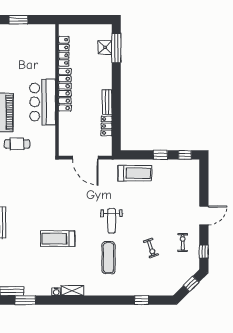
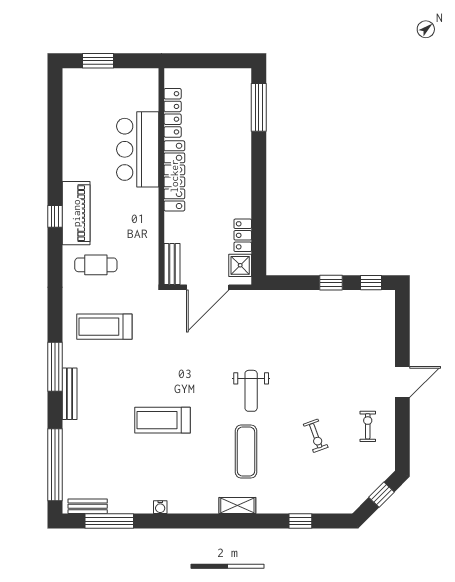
shower: (105, 47) -> (240, 265), moved
bar counter: (43, 102) -> (138, 149), moved
bench: (107, 102) -> (172, 264), moved
door: (85, 158) -> (208, 287), hinge flipped
treadmill: (135, 173) -> (104, 327), moved, turned 180
window: (204, 252) -> (402, 441), removed
shelving: (72, 291) -> (237, 506), moved
window: (25, 300) -> (109, 521), width x1.44

